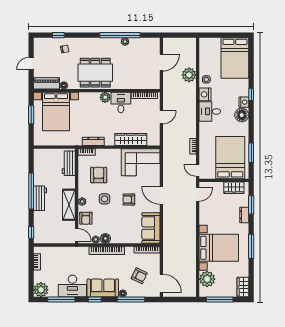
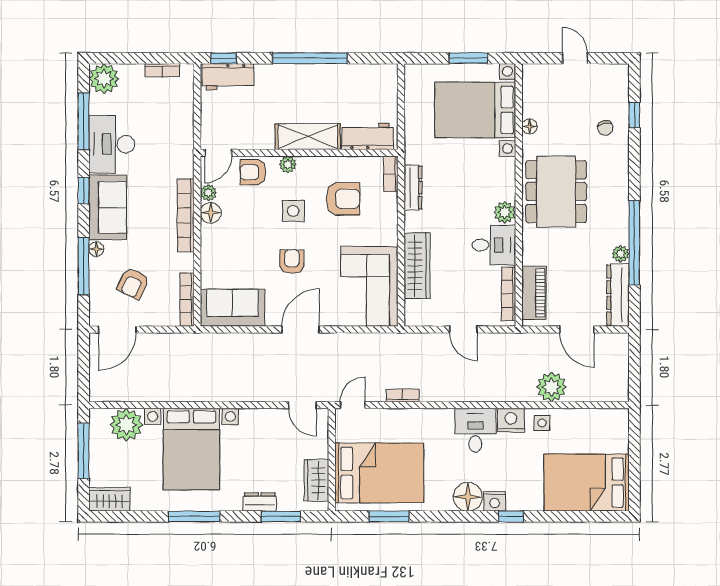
dresser: (145, 43) -> (618, 295), added
piano: (47, 83) -> (534, 293), moved
workbench: (40, 198) -> (228, 77), moved
shelving: (69, 205) -> (308, 137), moved

